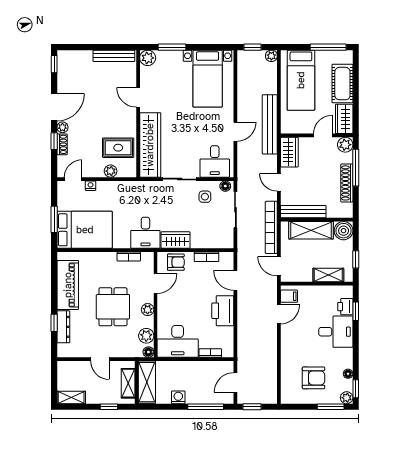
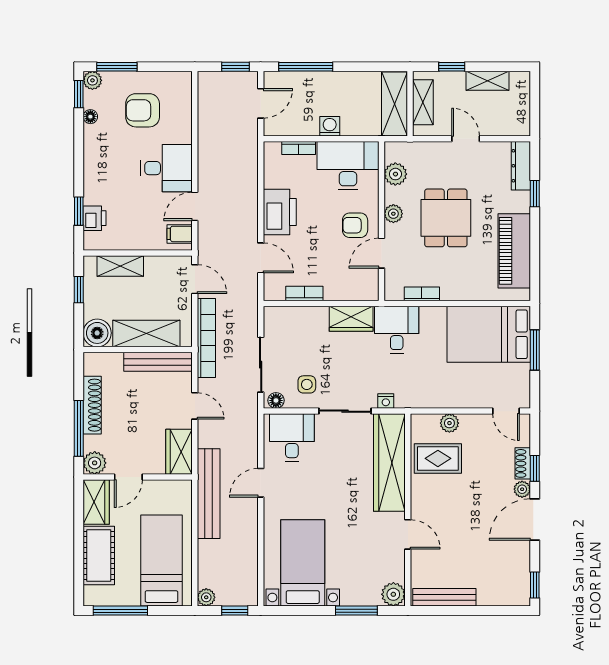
door: (73, 179) -> (506, 411), hinge flipped
nightstand: (90, 186) -> (386, 401), moved
armchair: (176, 262) -> (355, 225), moved
dresser: (63, 327) -> (521, 166), moved
desk: (336, 332) -> (166, 168), moved, turned 180
floor lamp: (148, 352) -> (392, 149), removed
washing machine: (178, 397) -> (330, 126), moved, turned 180
shelving: (71, 398) -> (487, 81), moved

